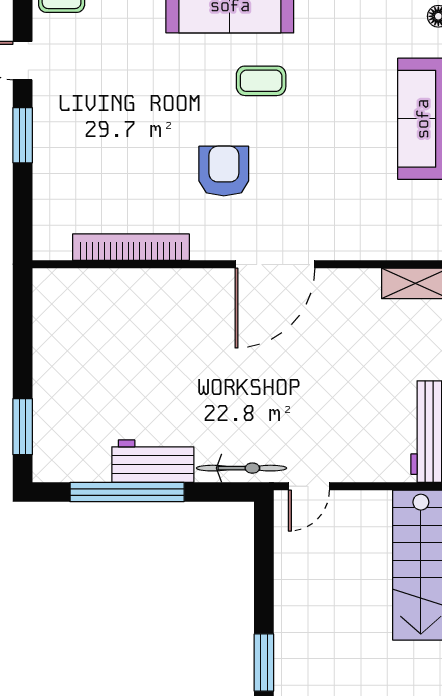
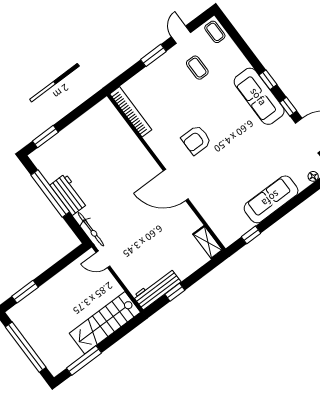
coffee table: (261, 81) -> (197, 68), moved
armchair: (224, 171) -> (196, 140), turned 180
bookcase: (131, 247) -> (131, 112), moved

